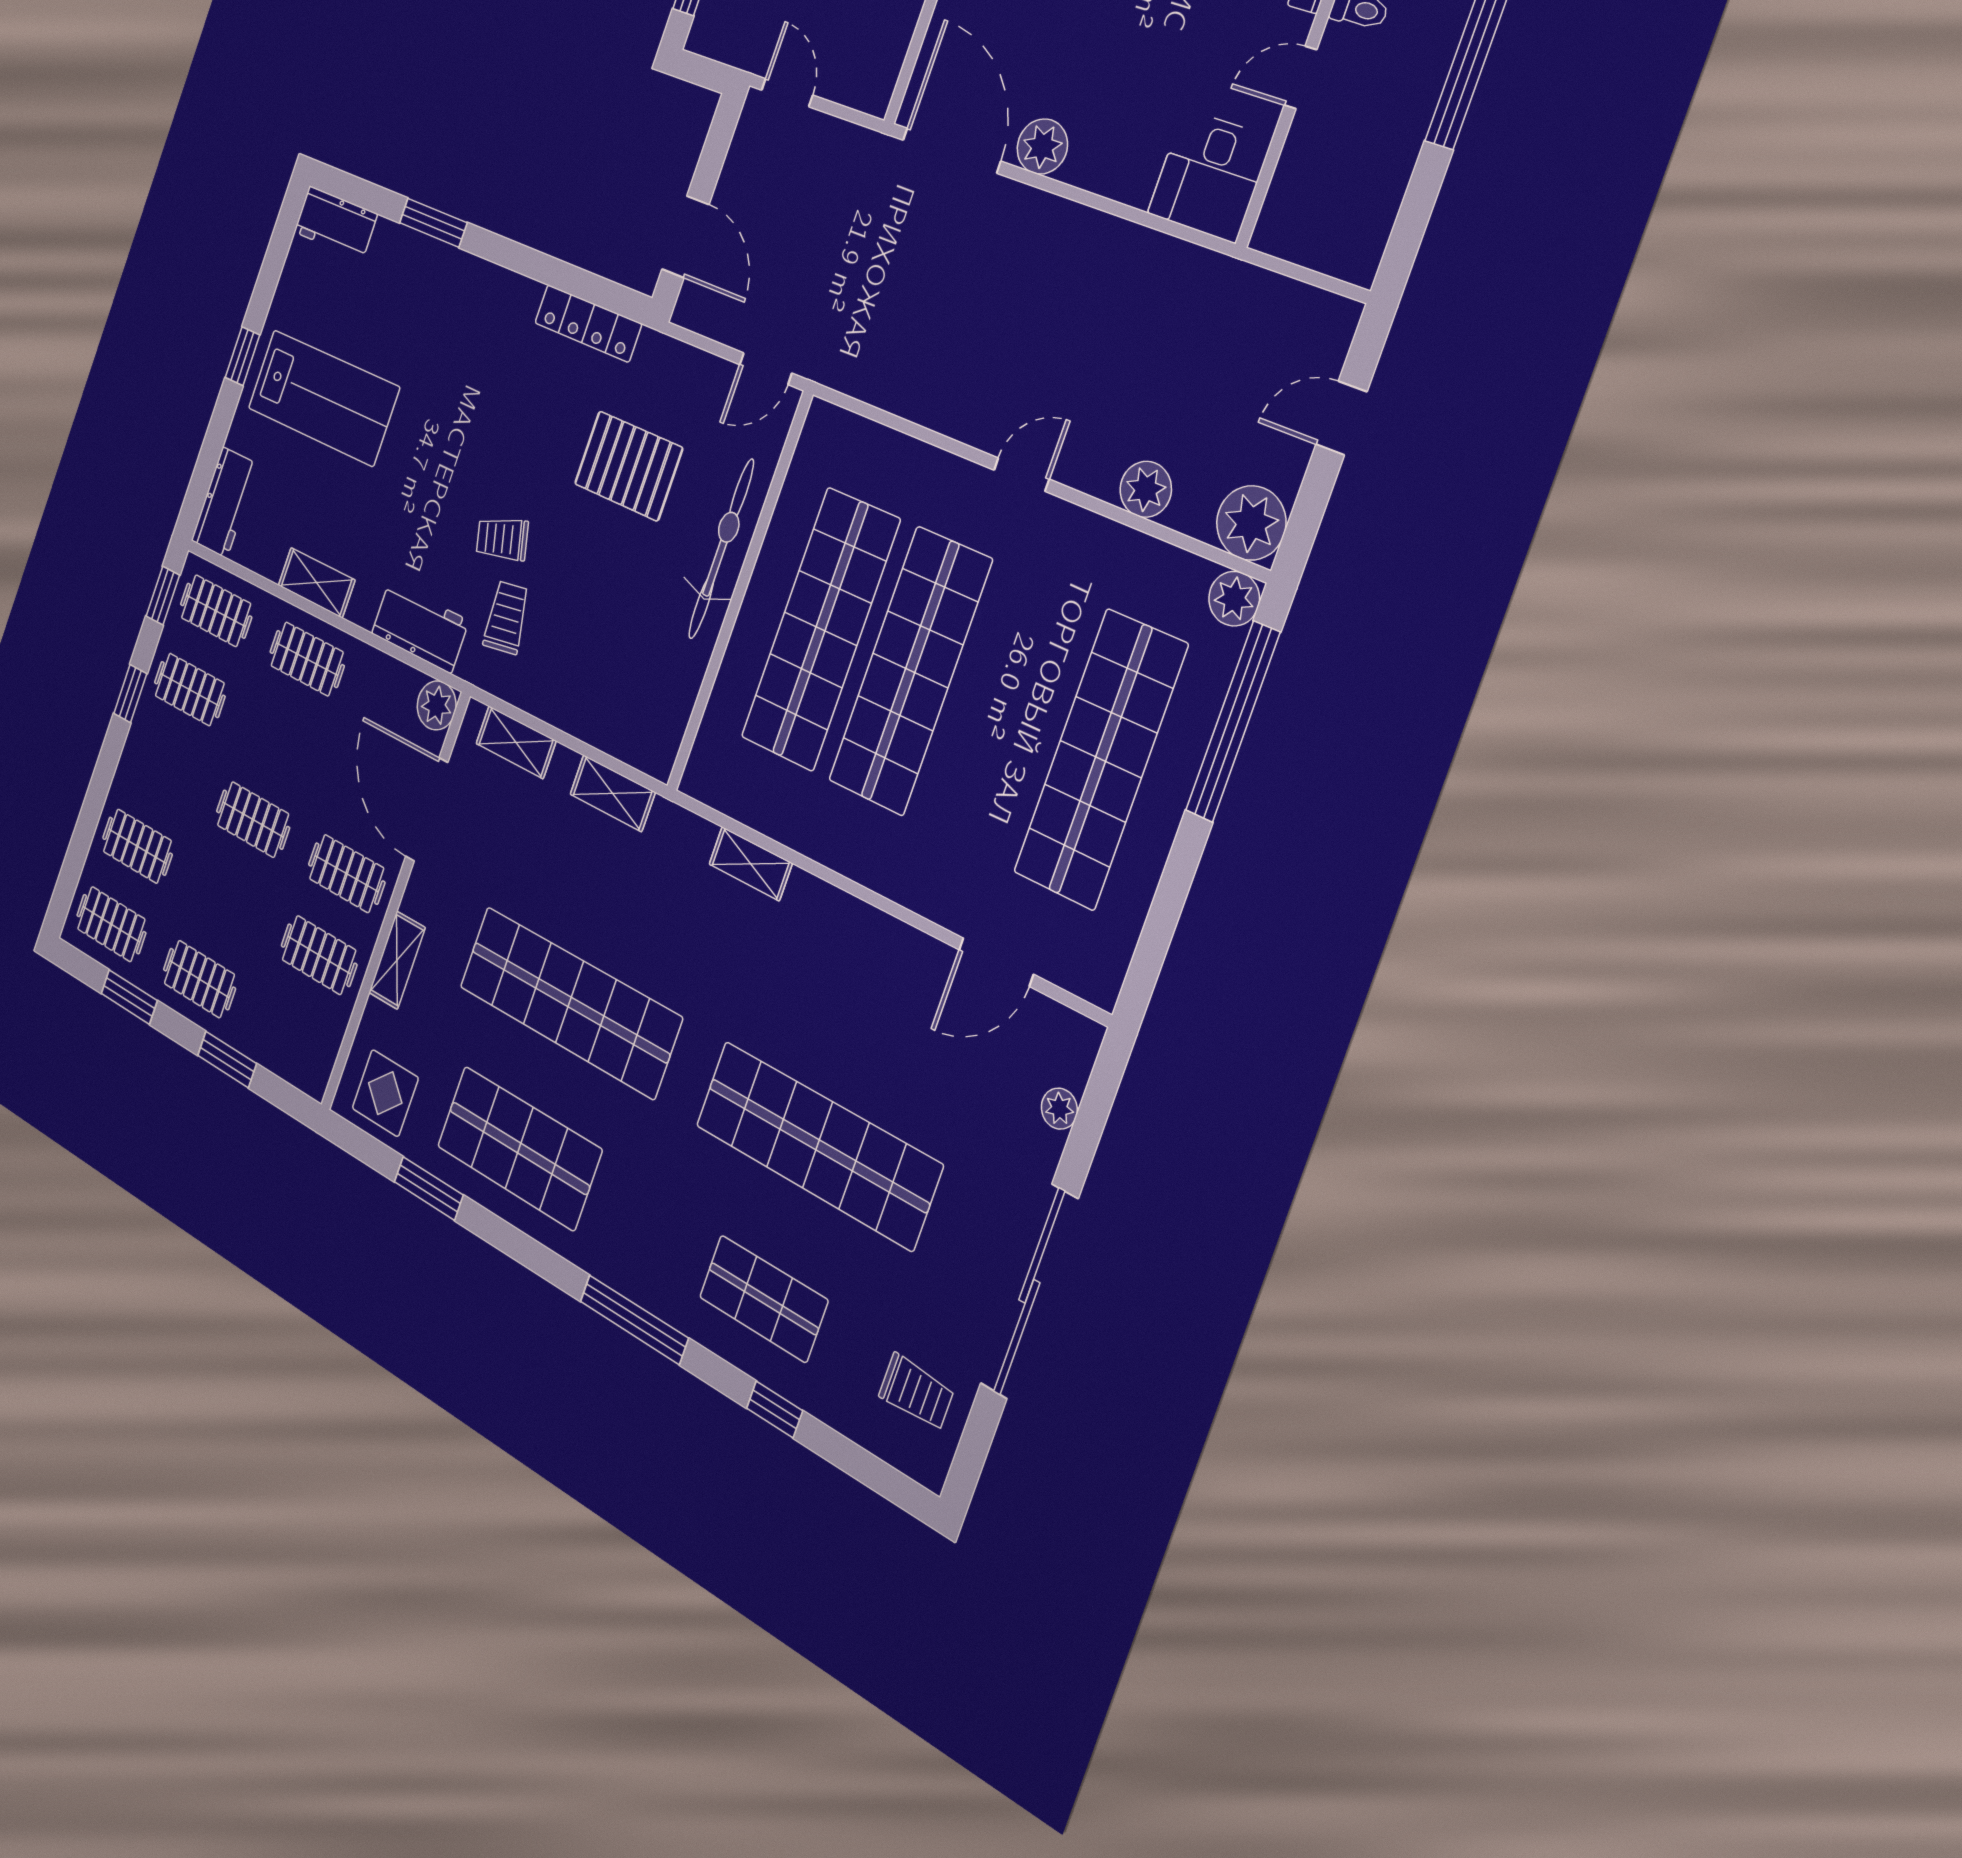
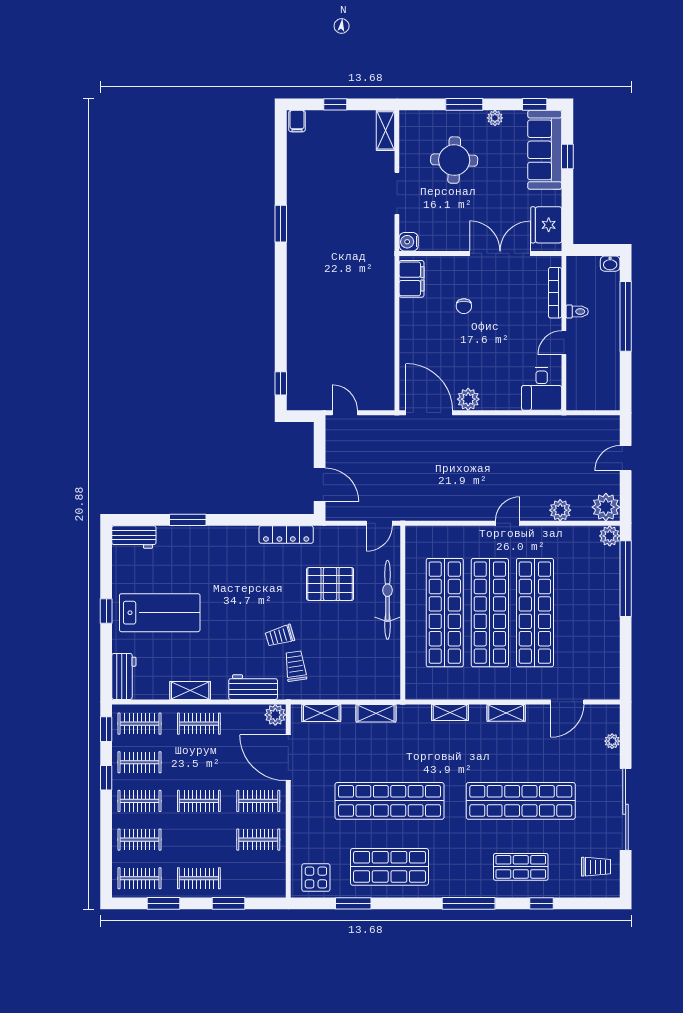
shop shelf: (1101, 759) -> (535, 613), moved
clothes rail: (163, 768) -> (139, 801), added
shelving: (397, 960) -> (506, 713), moved, turned 90

